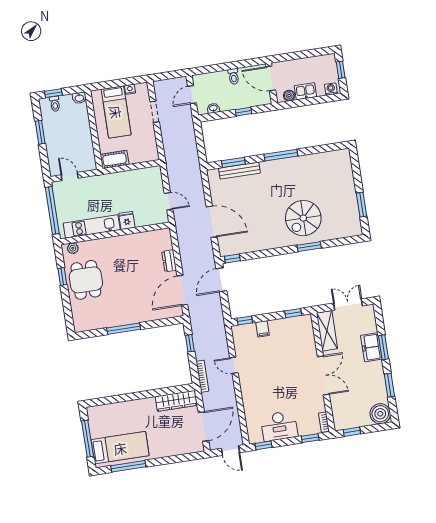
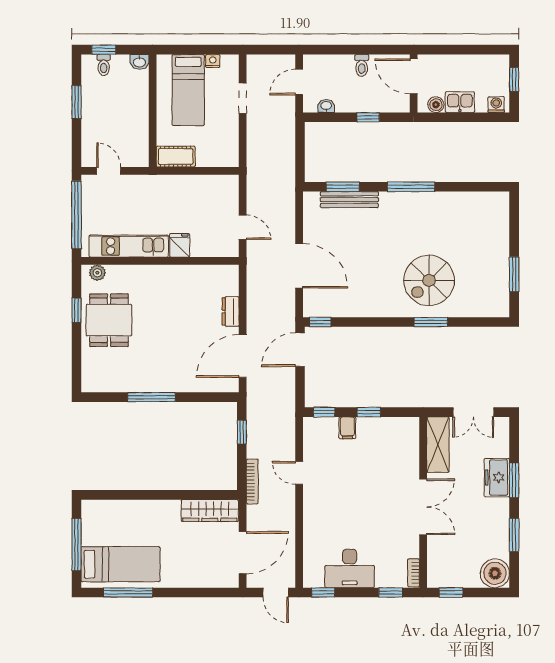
double door: (348, 305) -> (473, 412), swing flipped
window: (293, 313) -> (369, 412), moved

